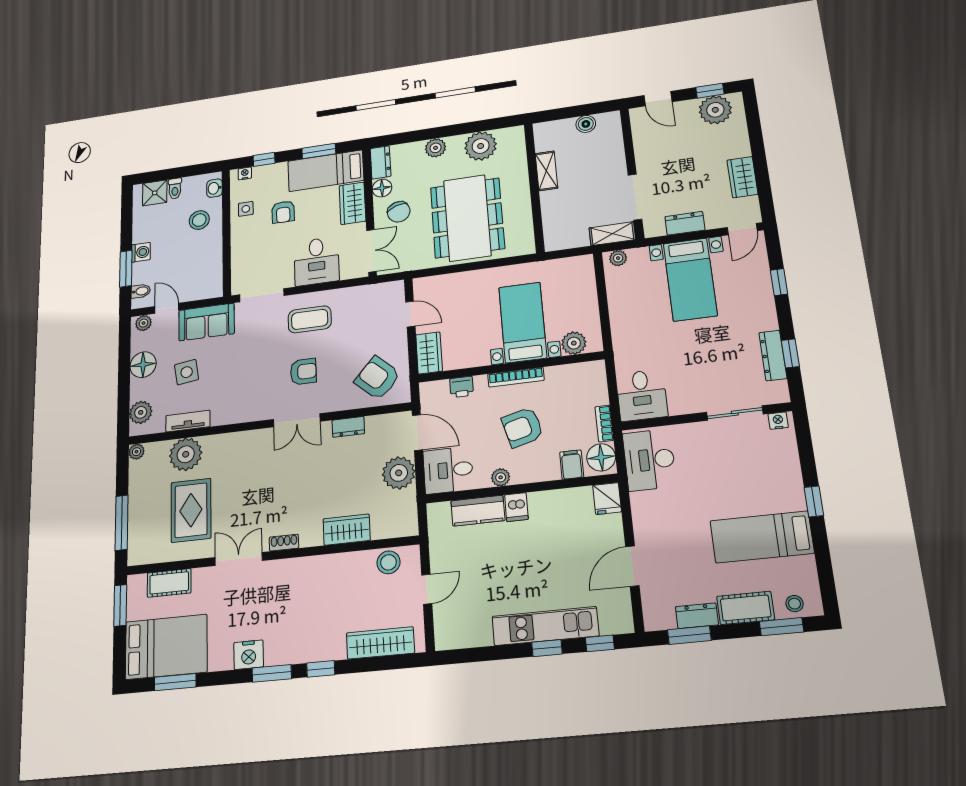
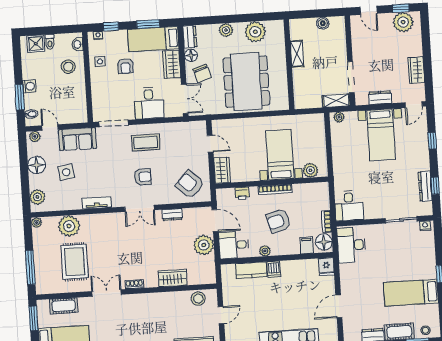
tv unit: (188, 421) -> (97, 203), moved

